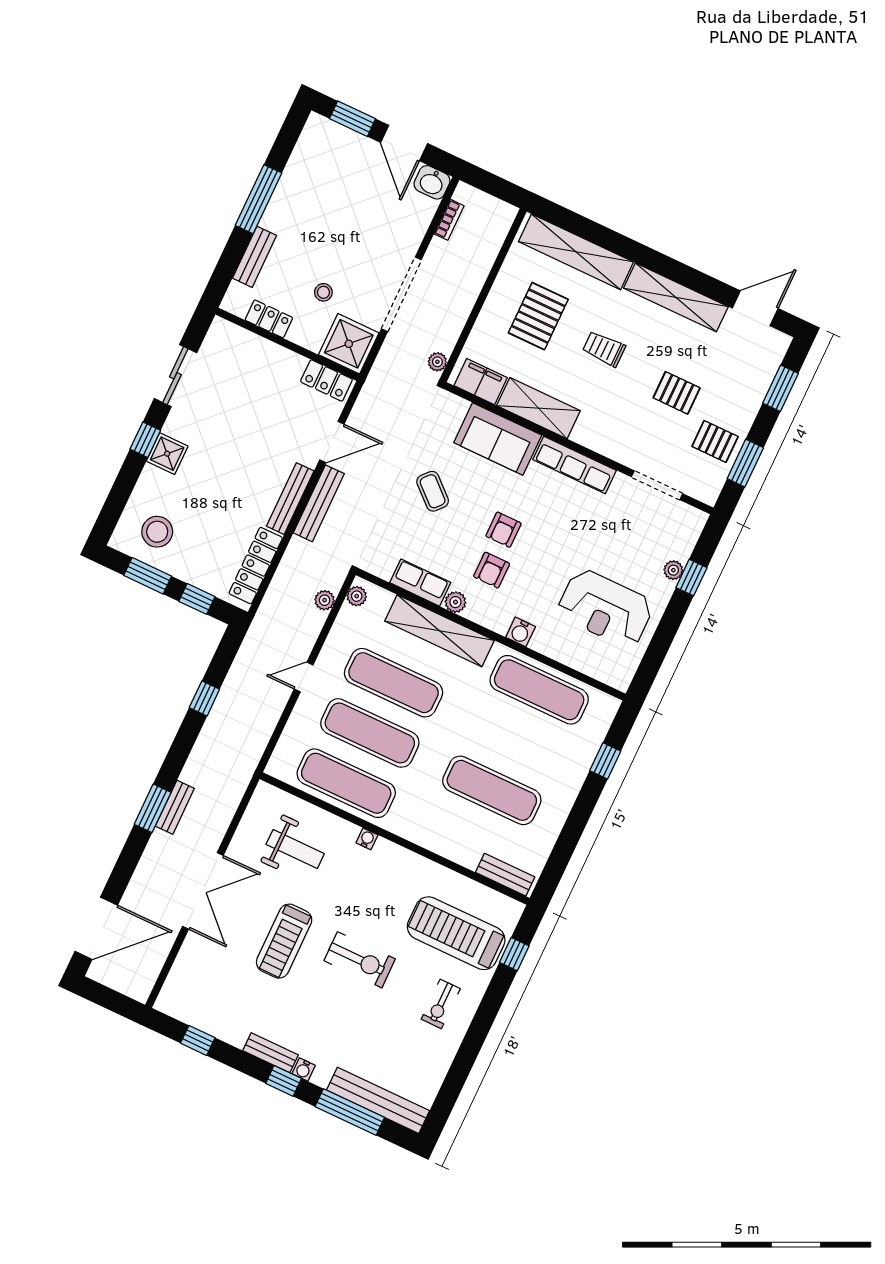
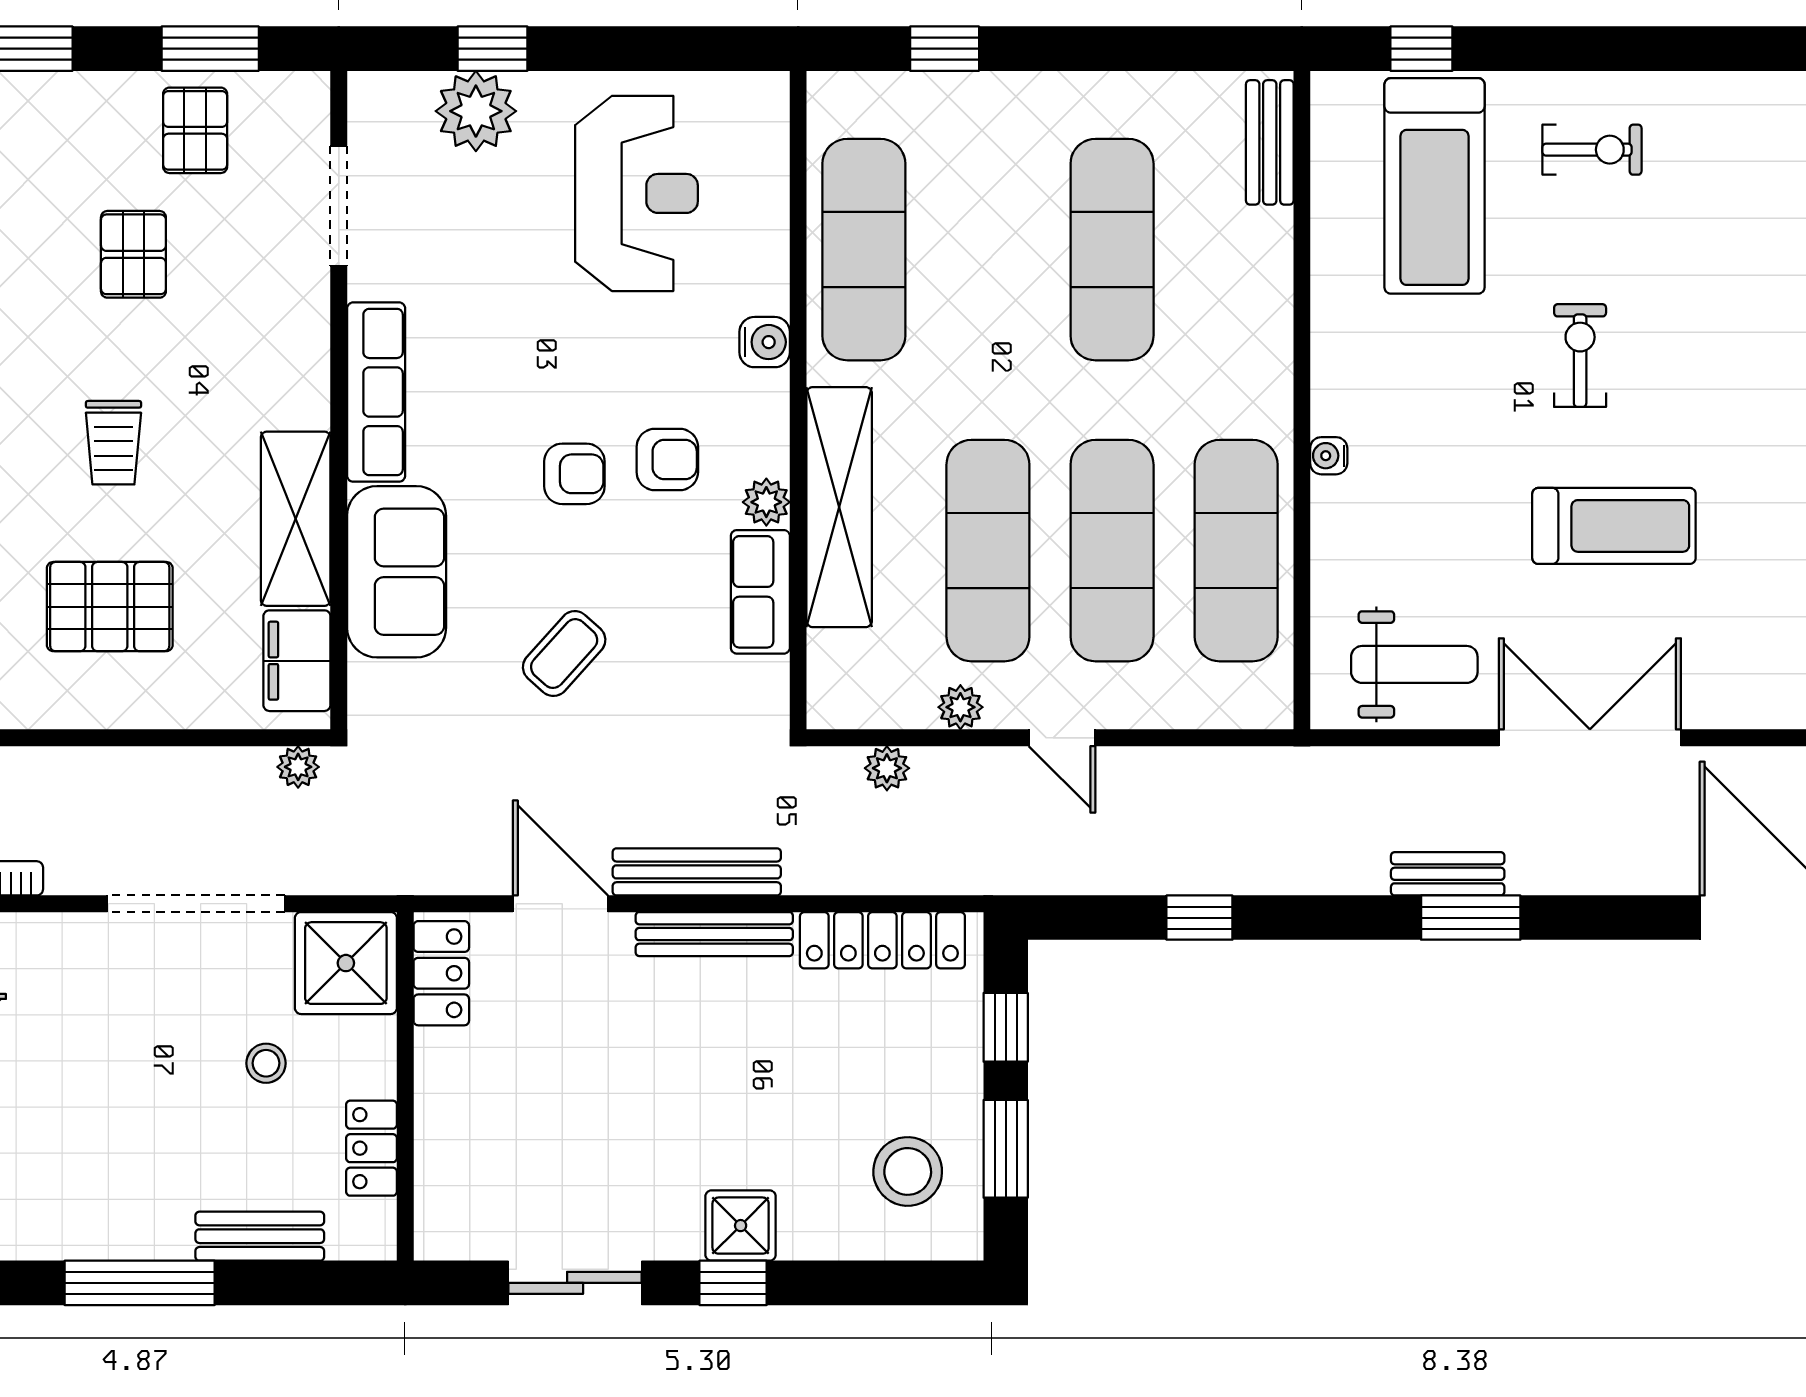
plant: (673, 570) -> (476, 111), width x1.87, depth x1.87
plant: (357, 596) -> (960, 707), moved
weight bench: (295, 849) -> (1414, 664), moved, turned 90
exercise bike: (360, 960) -> (1580, 356), width x0.73, depth x0.72

